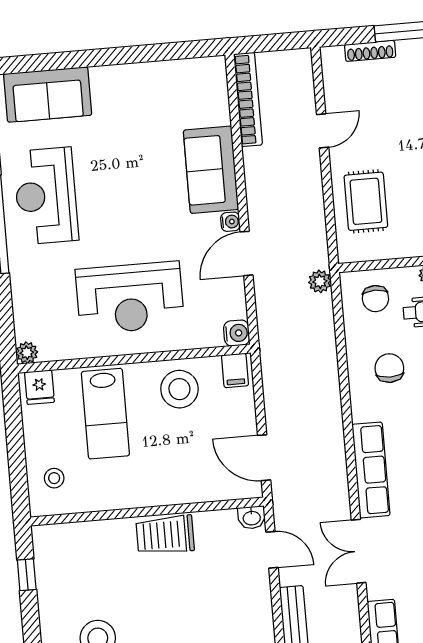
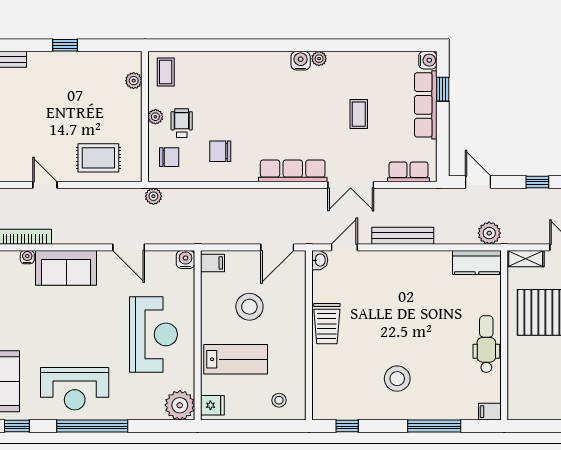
water cooler: (230, 222) -> (27, 257), moved
plant: (27, 353) -> (180, 405), width x1.88, depth x1.88
stool: (179, 389) -> (249, 307), moved

